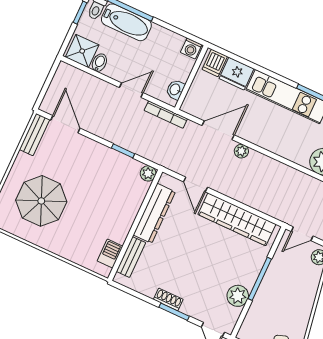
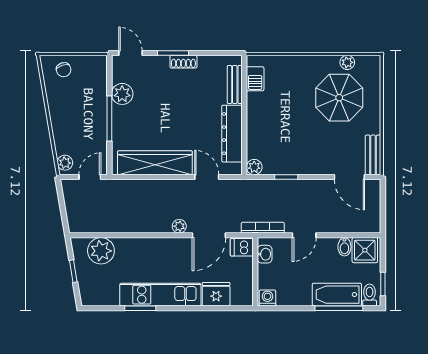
dishwasher: (215, 63) -> (242, 247), moved, turned -90
plant: (19, 230) -> (347, 62), added

